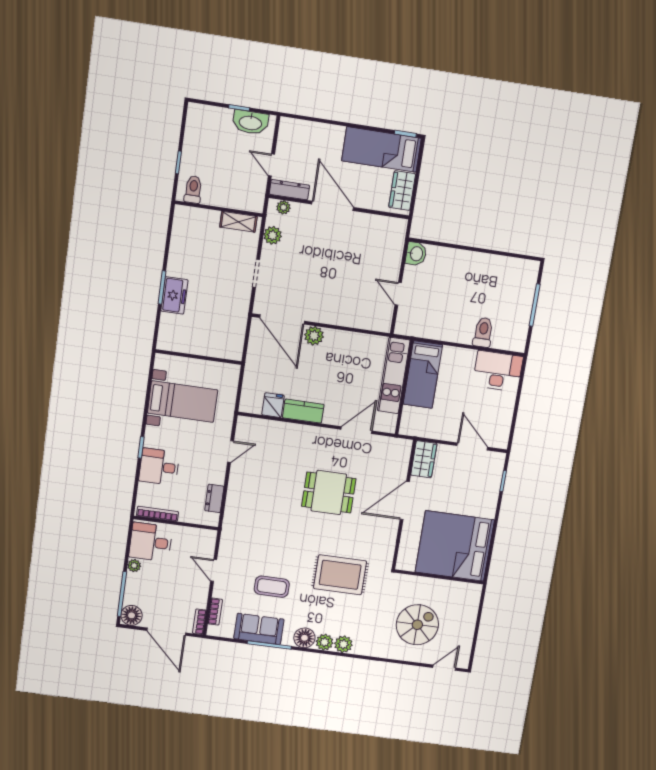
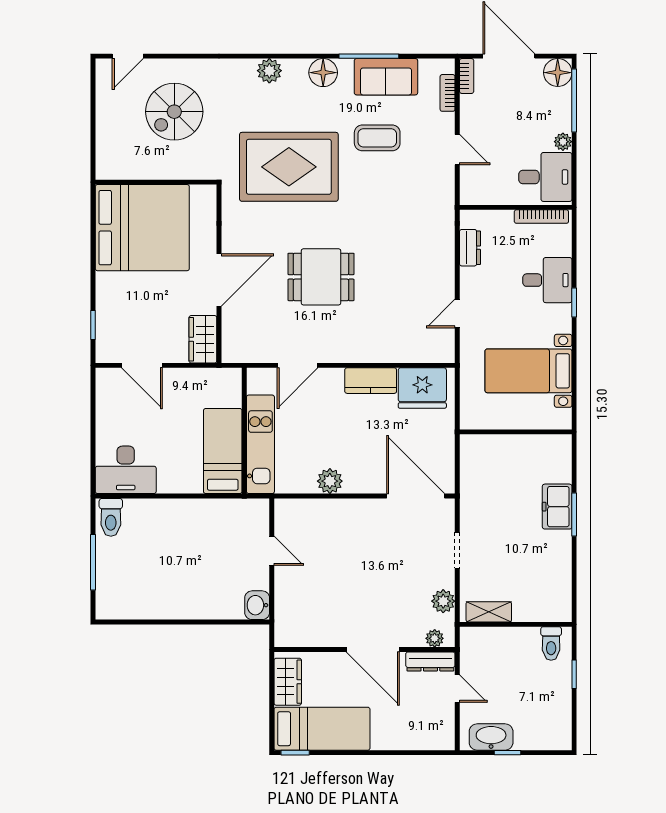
toilet: (483, 332) -> (111, 517), moved
plant: (314, 336) -> (330, 481), moved
fridge: (273, 405) -> (422, 388), width x1.88, depth x1.34
rug: (340, 575) -> (289, 167), width x1.37, depth x1.44
plant: (324, 642) -> (295, 70), removed

